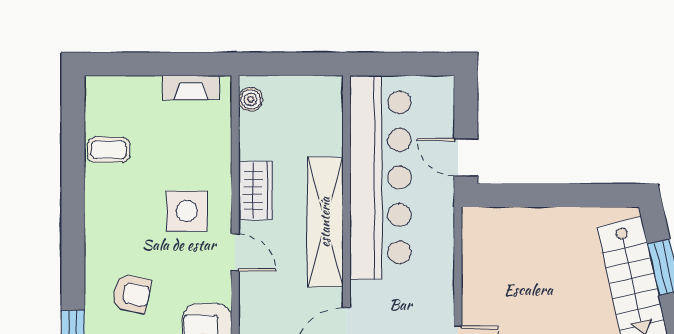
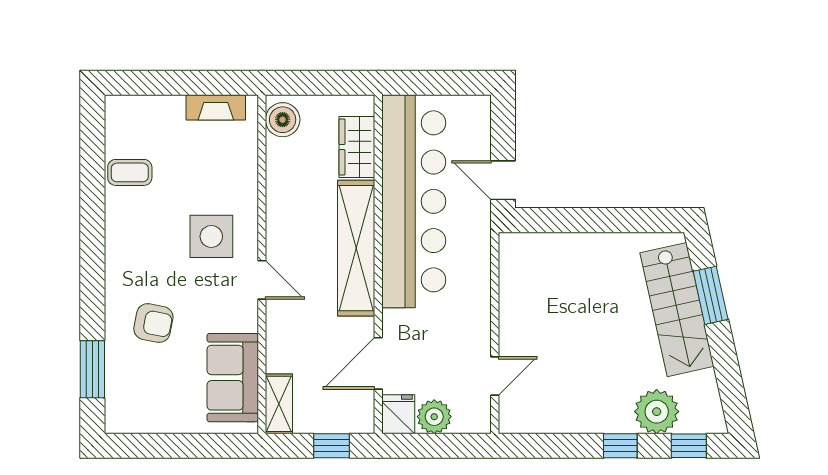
boiler: (251, 99) -> (283, 120), width x1.36, depth x1.36
wardrobe: (256, 190) -> (357, 147), moved, turned 180

